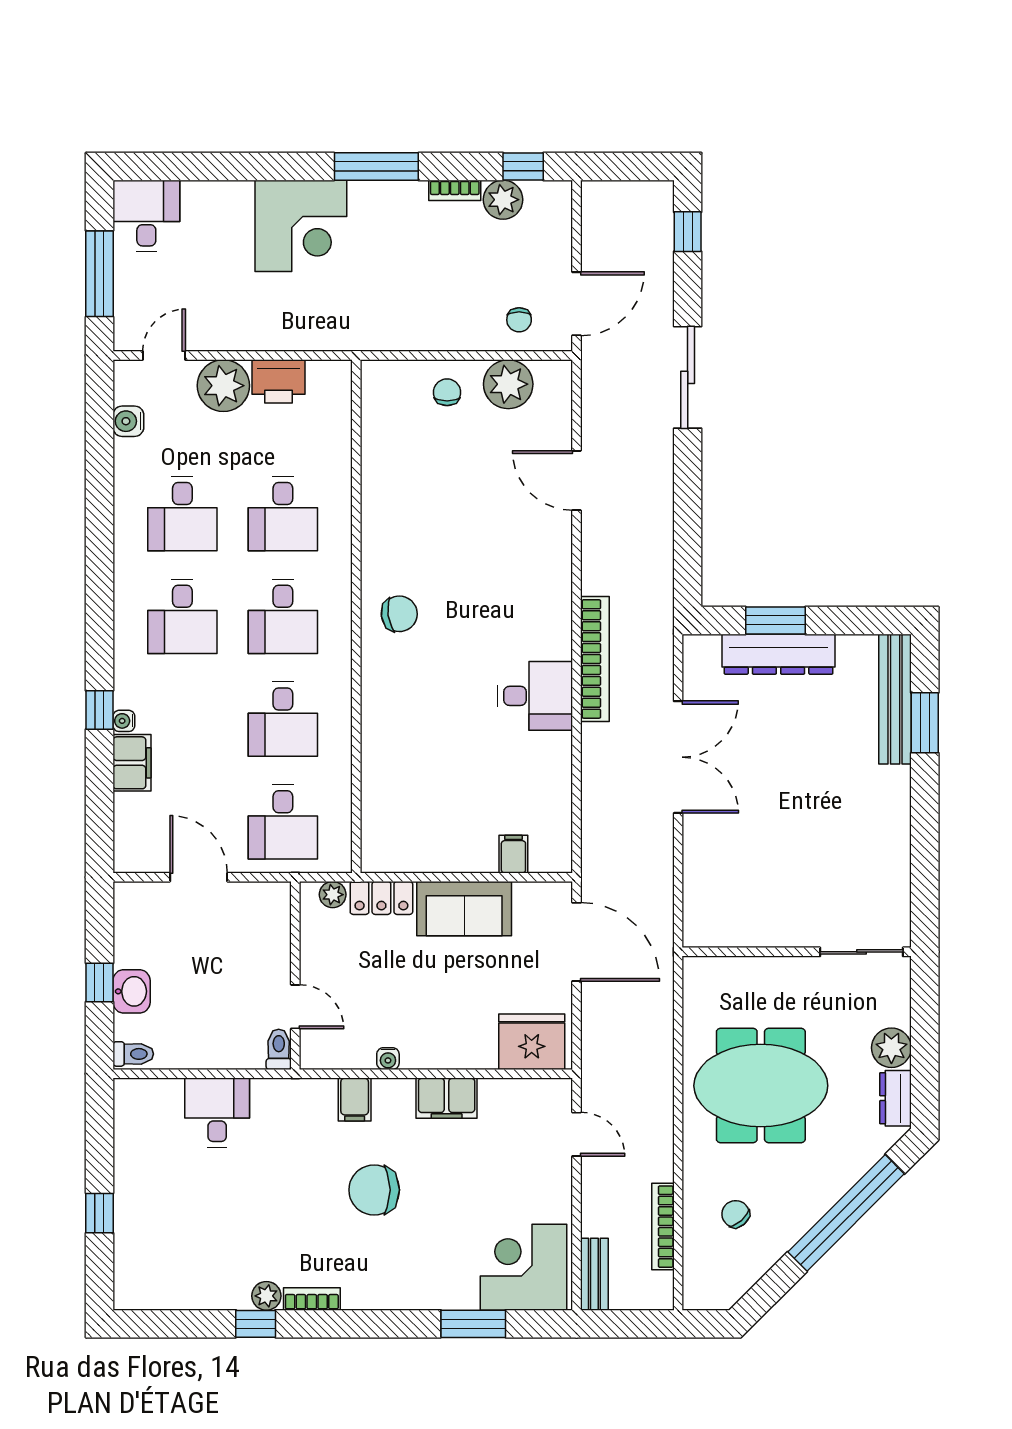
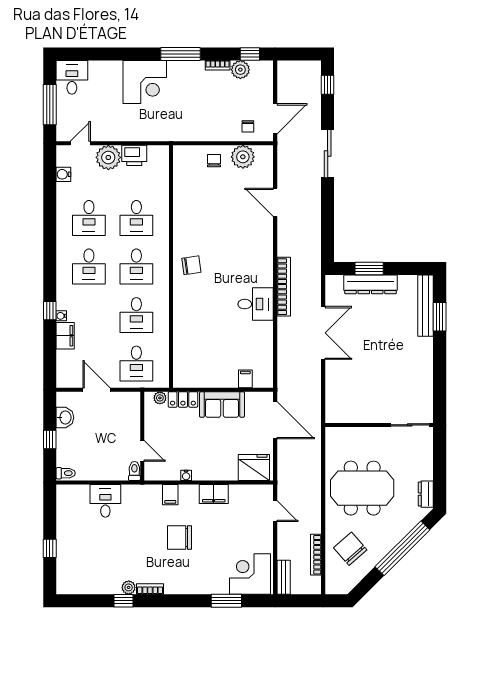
washbasin: (132, 991) -> (65, 417), moved
plant: (891, 1048) -> (424, 470), removed
chair: (736, 1214) -> (350, 549), width x1.87, depth x1.87

